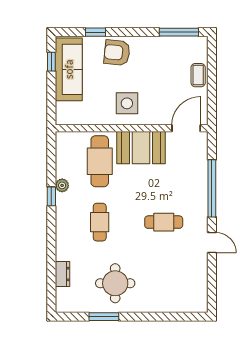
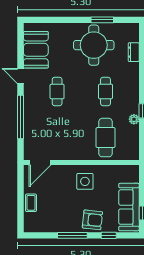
window: (179, 32) -> (72, 235), moved
booth: (141, 148) -> (36, 50), moved, turned 90
cafe table: (164, 222) -> (57, 91), turned 90
round table: (115, 283) -> (94, 45), width x1.36, depth x1.36

